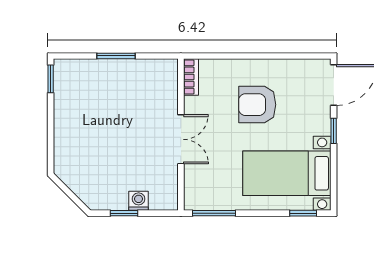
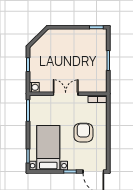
double door: (181, 139) -> (66, 94), swing flipped
washing machine: (139, 201) -> (34, 87), moved

